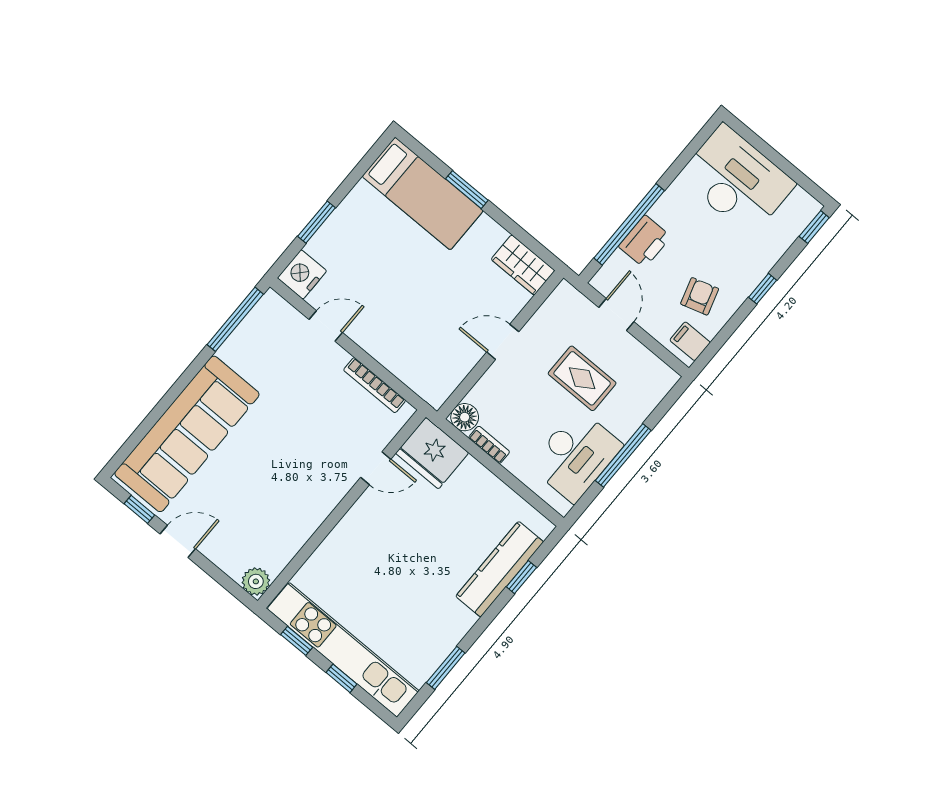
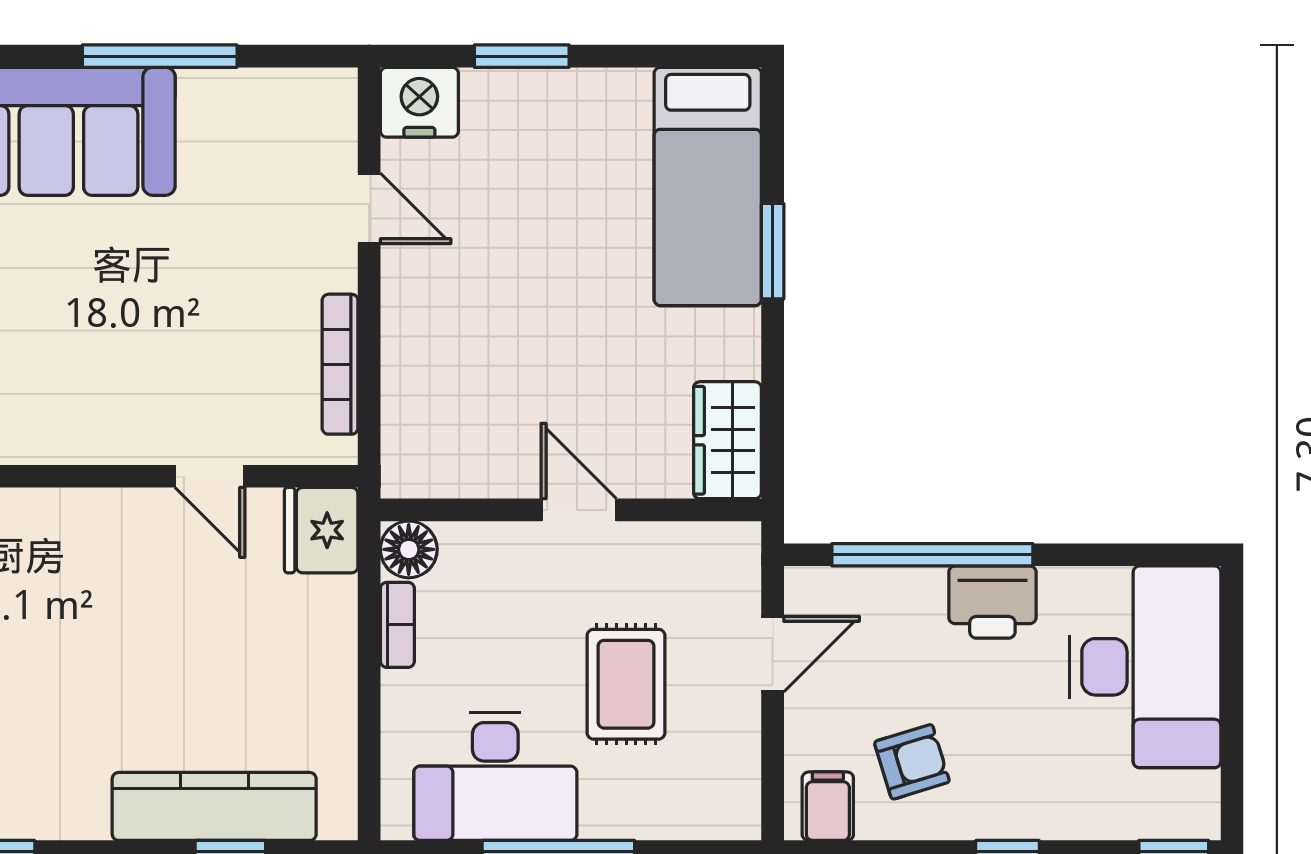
printer: (645, 241) -> (992, 602), moved
window: (235, 319) -> (160, 56), moved
fridge: (432, 453) -> (321, 530), width x0.73, depth x0.75

